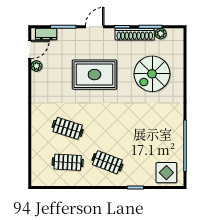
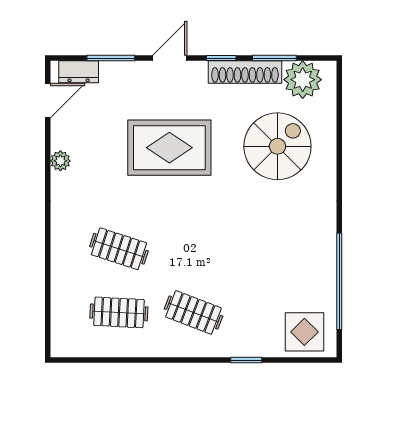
plant: (161, 34) -> (303, 80), width x1.88, depth x1.88
plant: (36, 66) -> (60, 161), moved
spiral stairs: (152, 74) -> (277, 146), turned 180

